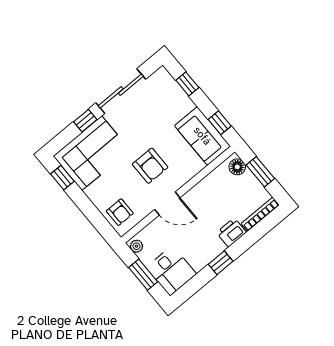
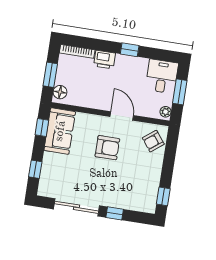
corner sofa: (92, 153) -> (132, 191), removed
armchair: (150, 166) -> (107, 148), turned 90
armchair: (120, 212) -> (153, 141), turned -128

